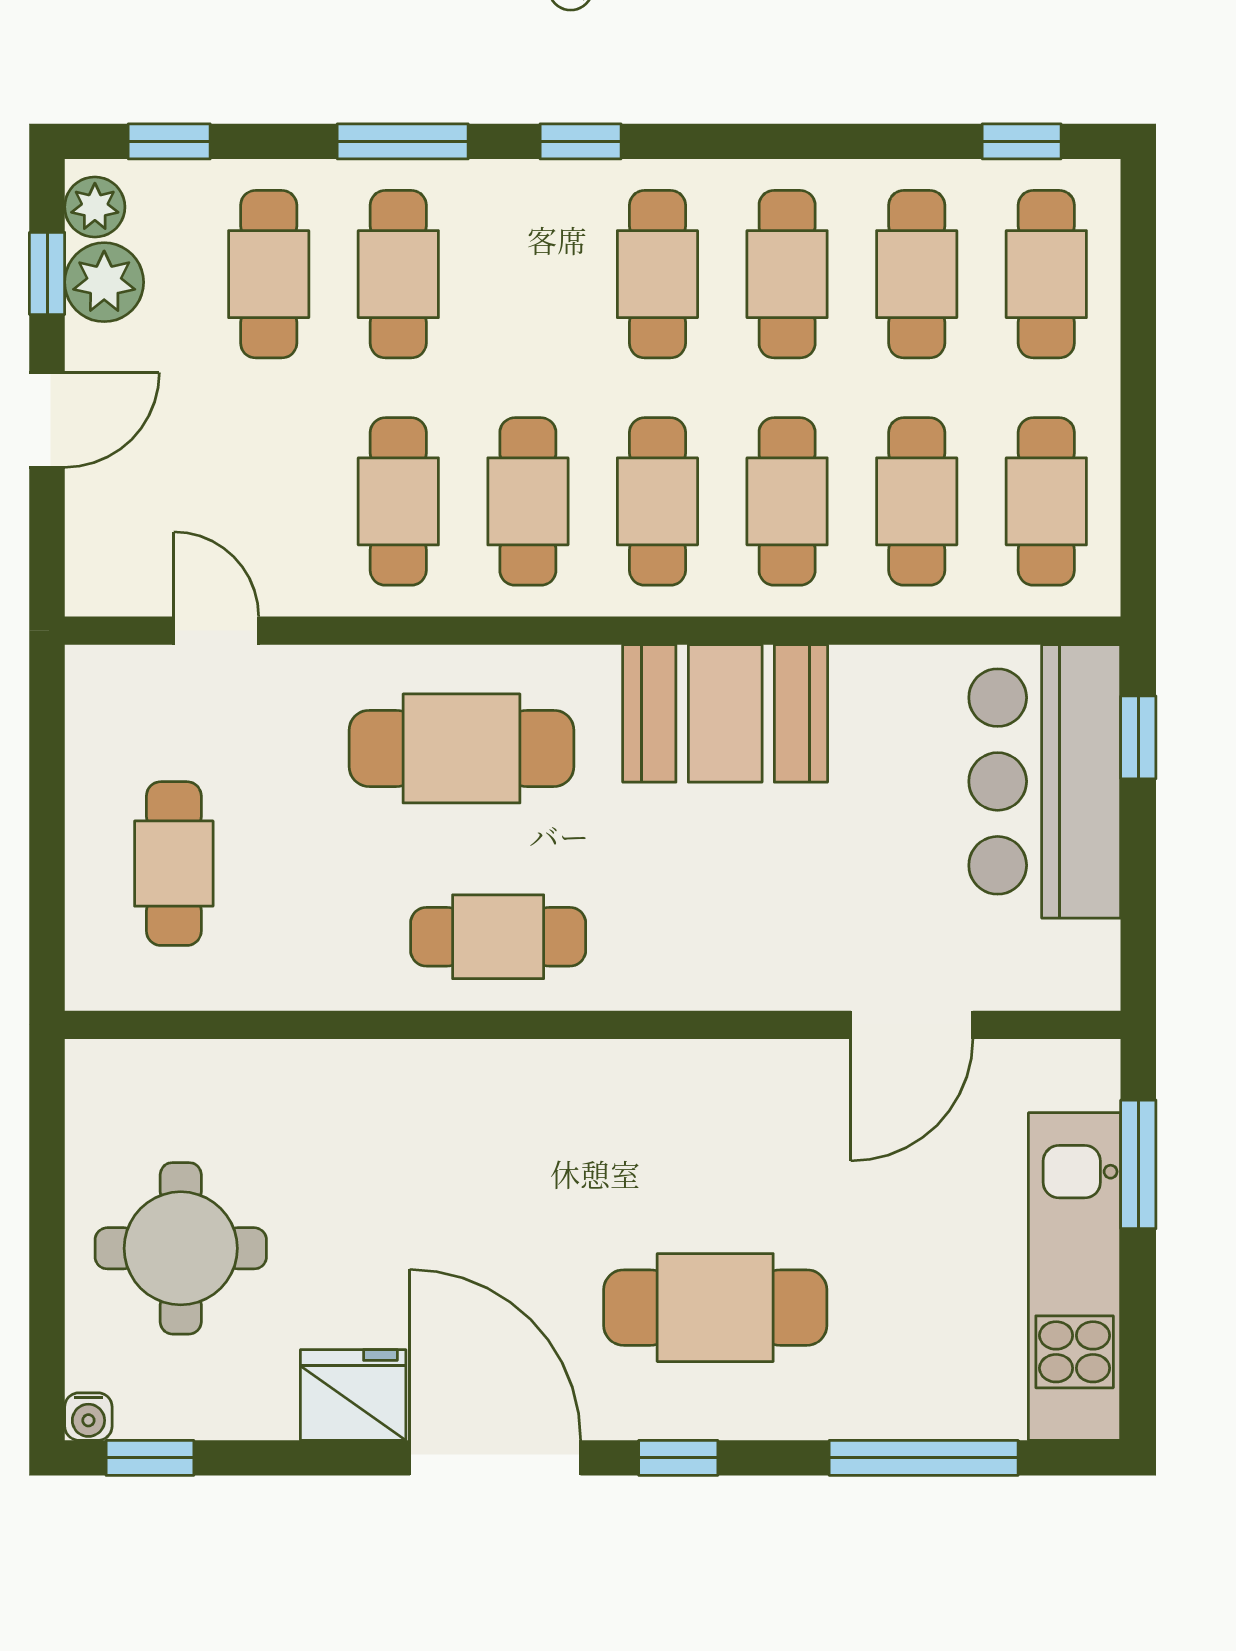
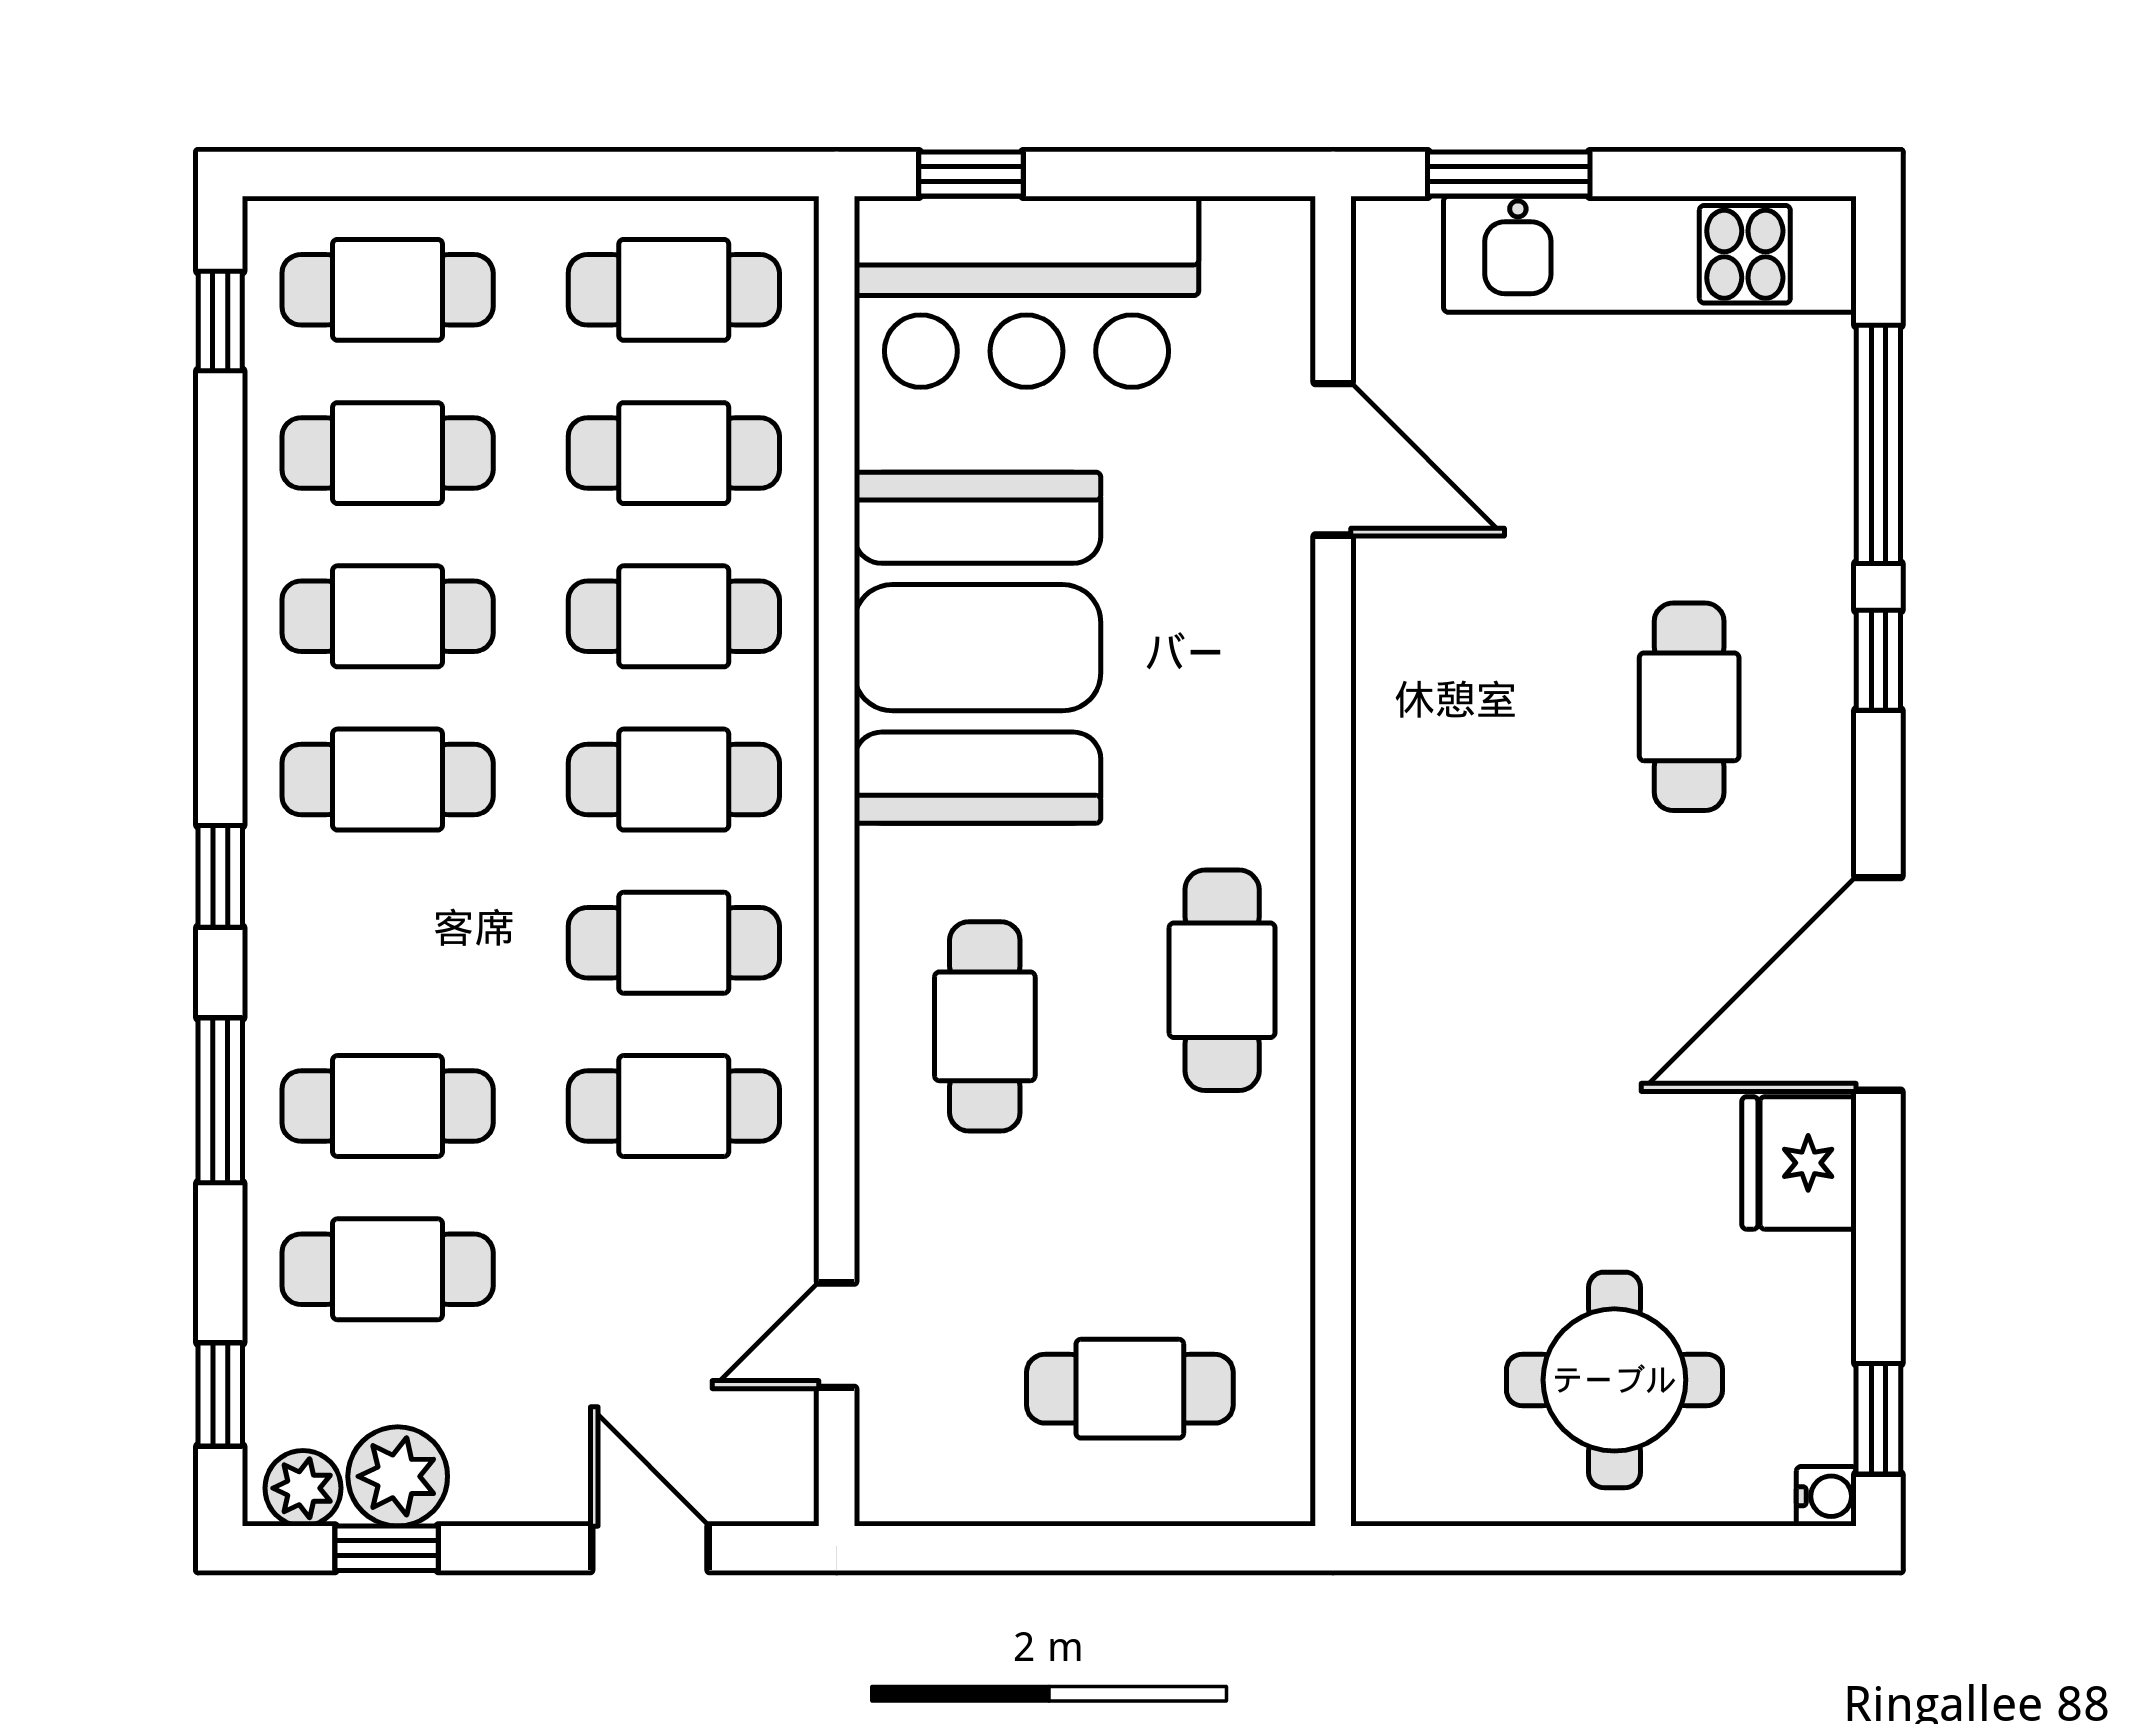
door: (47, 420) -> (650, 1548), moved
booth: (725, 713) -> (977, 648), width x1.36, depth x1.42
cafe table: (462, 748) -> (985, 1026), width x0.73, depth x0.74
cafe table: (715, 1308) -> (1689, 707), width x0.73, depth x0.74
window: (678, 1458) -> (1878, 660), moved

